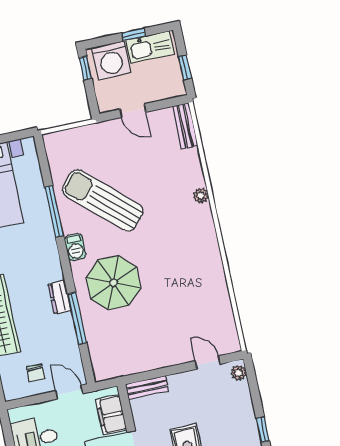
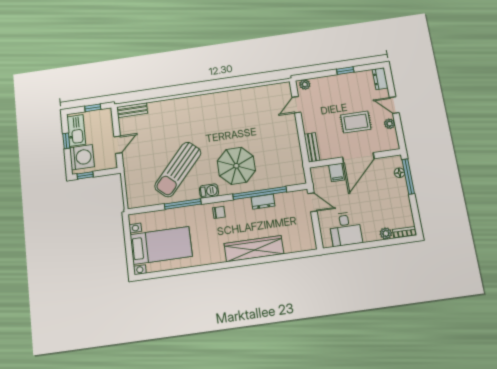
plant: (201, 195) -> (181, 103), removed
dresser: (60, 297) -> (263, 202), moved
window: (77, 318) -> (260, 193), width x1.46
chair: (36, 373) -> (219, 212), moved
door: (69, 392) -> (312, 202), swing flipped
filing cabinet: (111, 415) -> (337, 172), width x0.50

